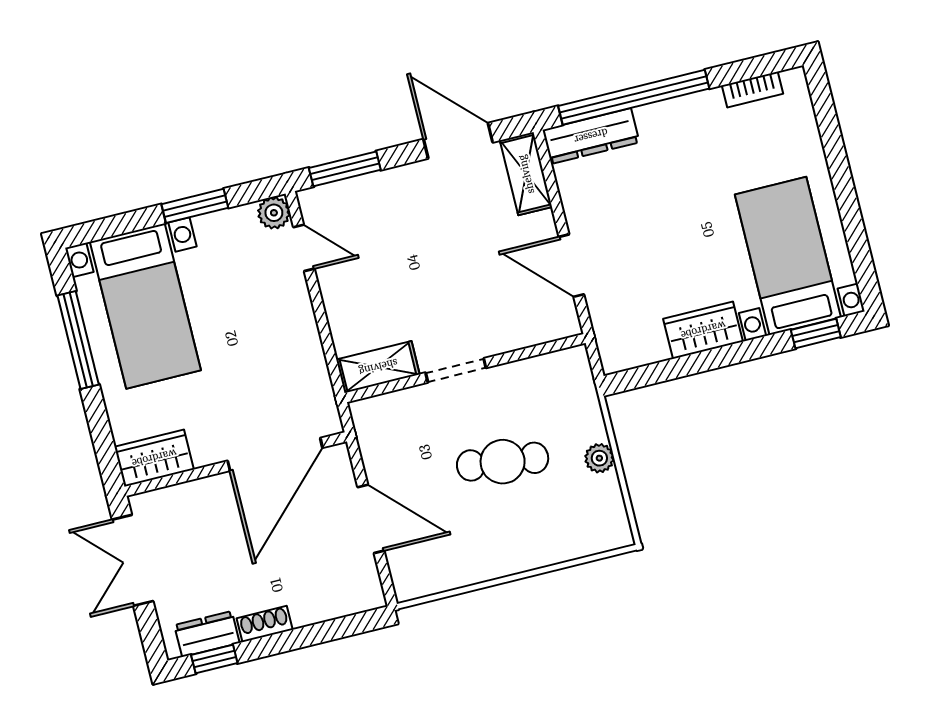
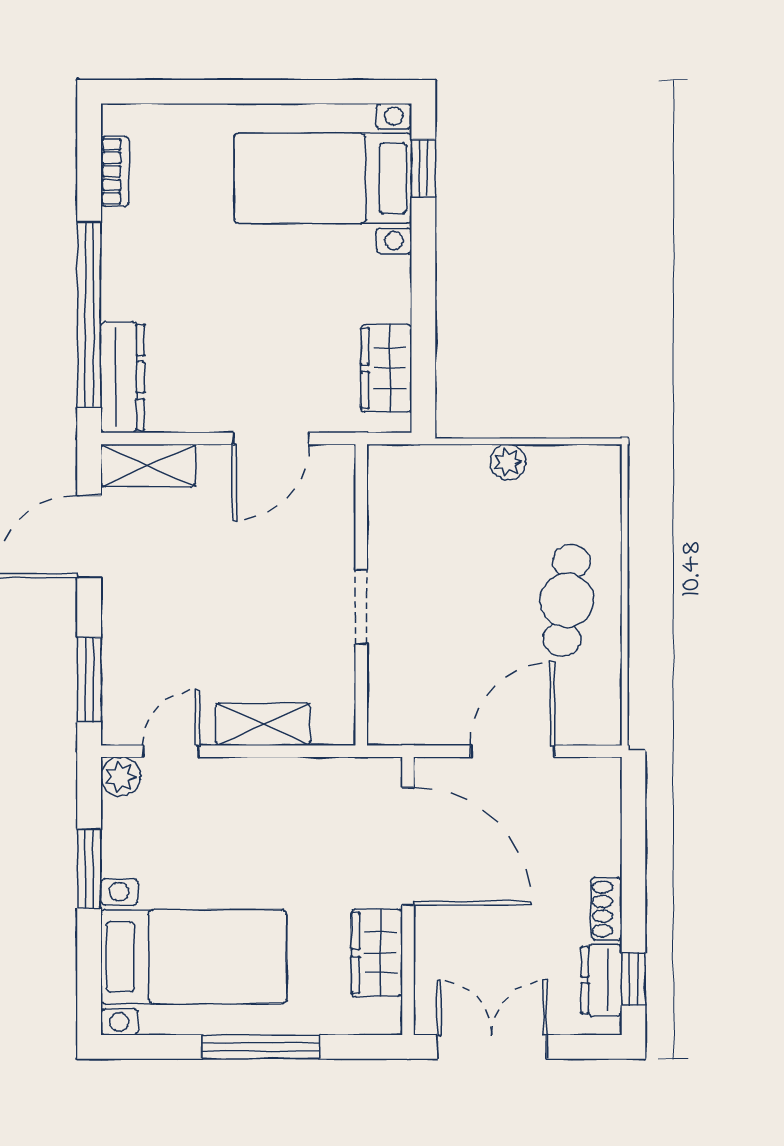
wardrobe: (703, 330) -> (386, 368), moved
window: (78, 340) -> (261, 1047), moved
shelving: (378, 367) -> (263, 724), moved, turned 90
wardrobe: (154, 458) -> (377, 953), moved
cafe table: (503, 462) -> (567, 600), moved
double door: (133, 560) -> (492, 1047), swing flipped

